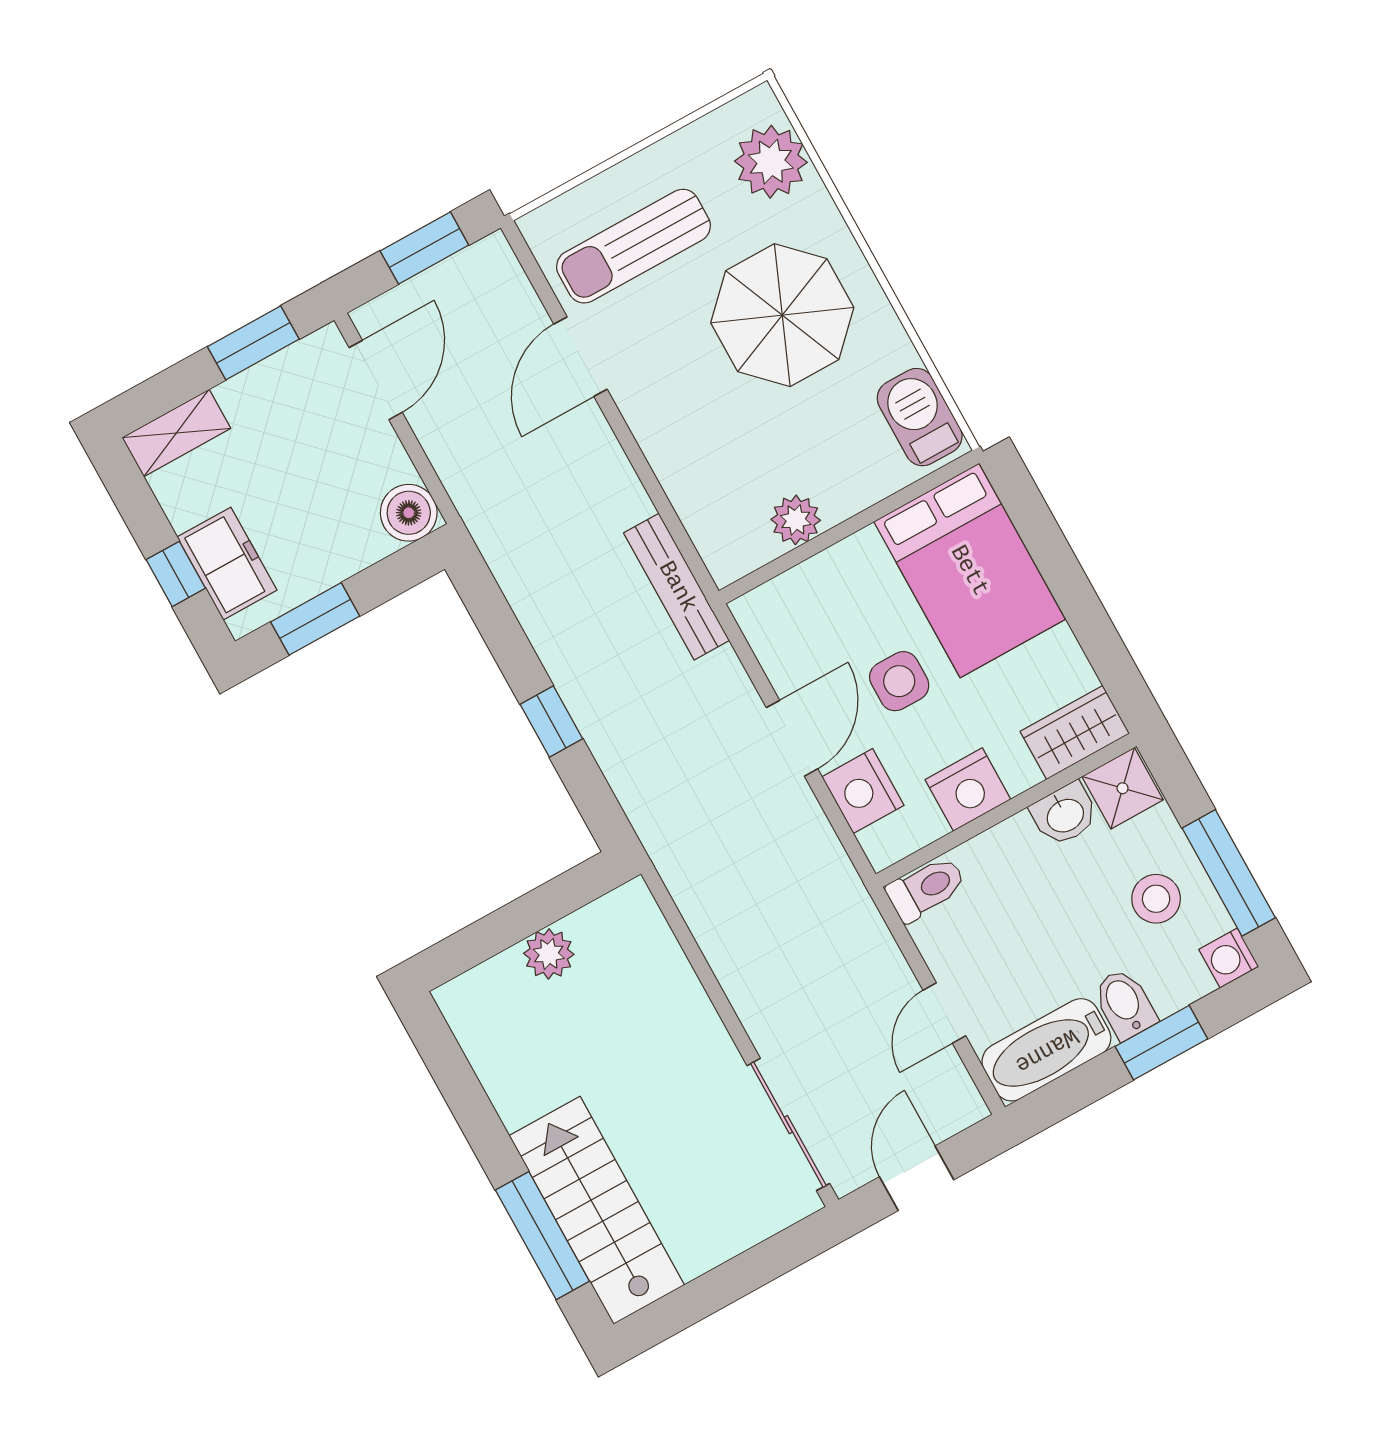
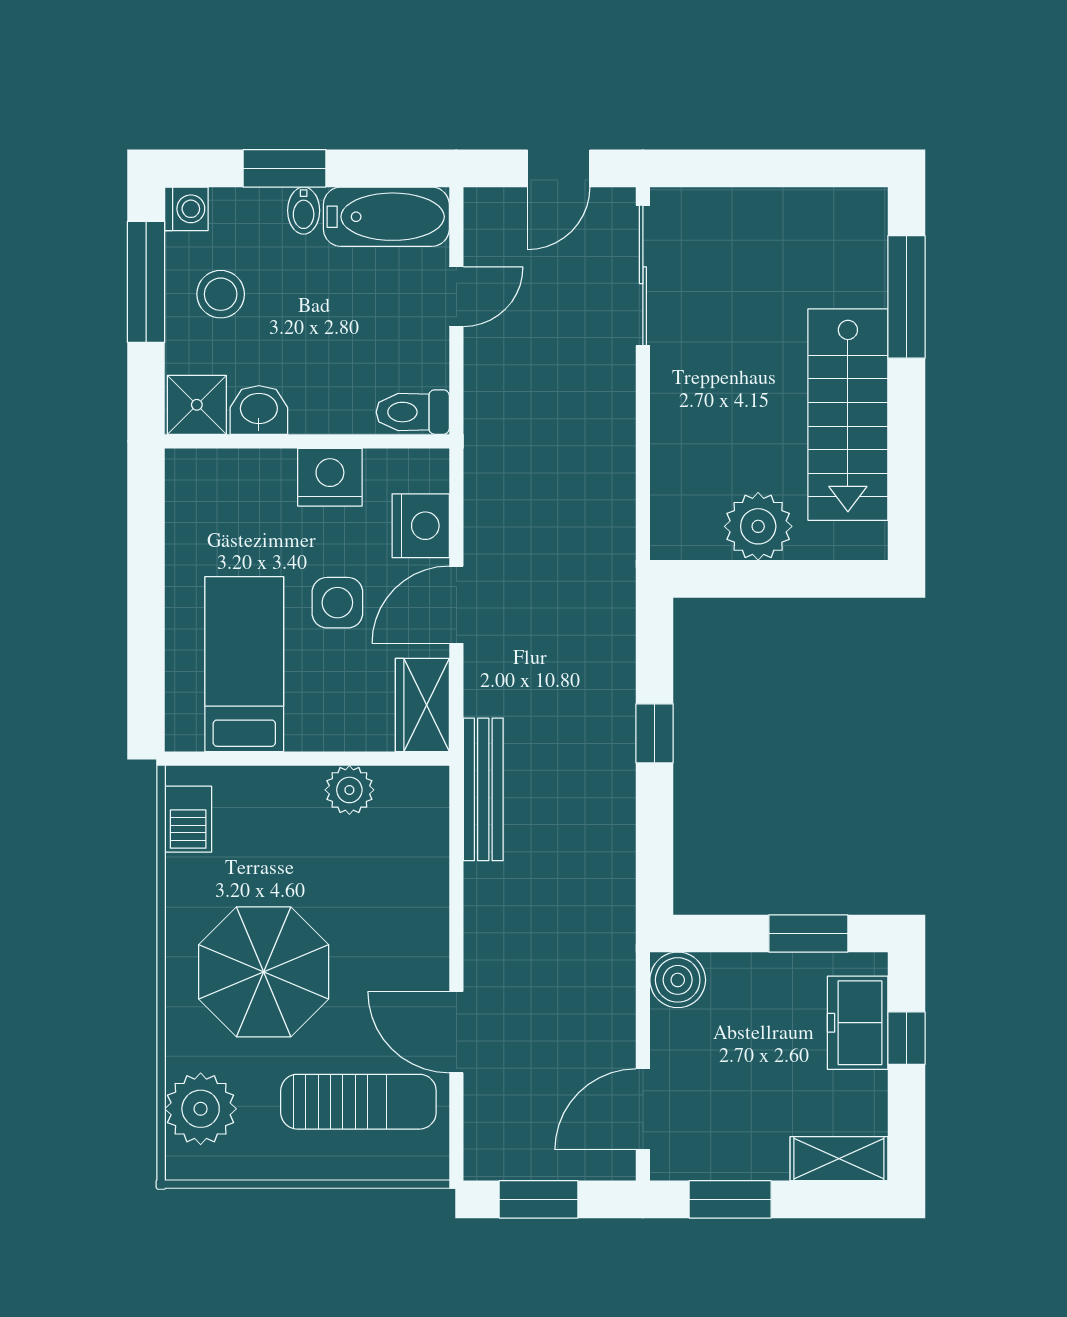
door: (581, 357) -> (456, 1032), swing flipped
barbecue: (920, 417) -> (188, 819), width x0.73, depth x0.79
bed: (969, 571) -> (244, 664), width x0.67
wardrobe: (1075, 732) -> (422, 705), moved, turned 90
plant: (549, 954) -> (758, 526), width x1.36, depth x1.36
bidet: (1125, 1004) -> (304, 211), width x0.72, depth x0.74
stairs: (597, 1210) -> (848, 415), moved

